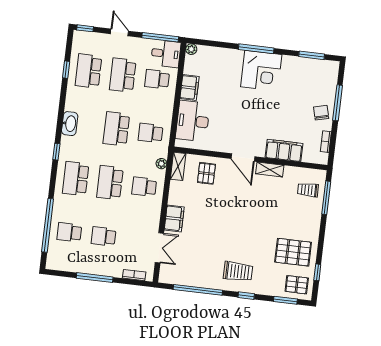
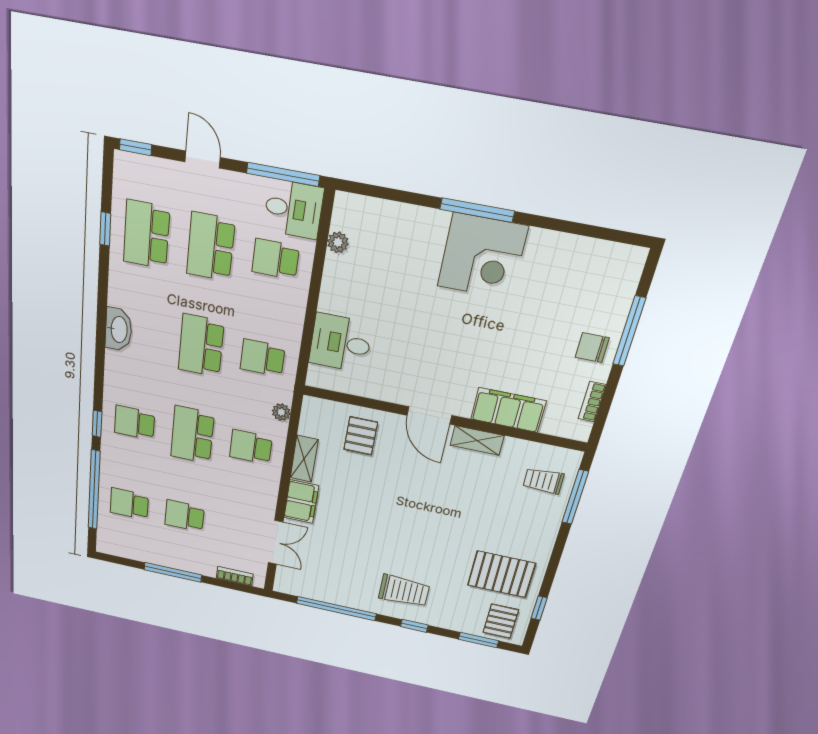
plant: (191, 49) -> (338, 242), moved
window: (312, 55) -> (592, 231), removed
filing cabinet: (189, 88) -> (337, 280), removed
chair: (321, 113) -> (592, 348), turned -76
desk: (193, 121) -> (340, 343), width x0.73
window: (56, 152) -> (97, 424), moved
shelving: (178, 166) -> (304, 459), moved
school desk: (76, 179) -> (134, 423), width x0.54
pallet: (297, 285) -> (501, 621), turned 90

